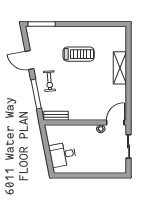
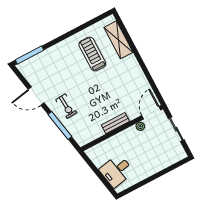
treadmill: (79, 54) -> (92, 54), moved, turned -90
shelving: (120, 68) -> (118, 40), moved
bench: (56, 116) -> (115, 123), moved

